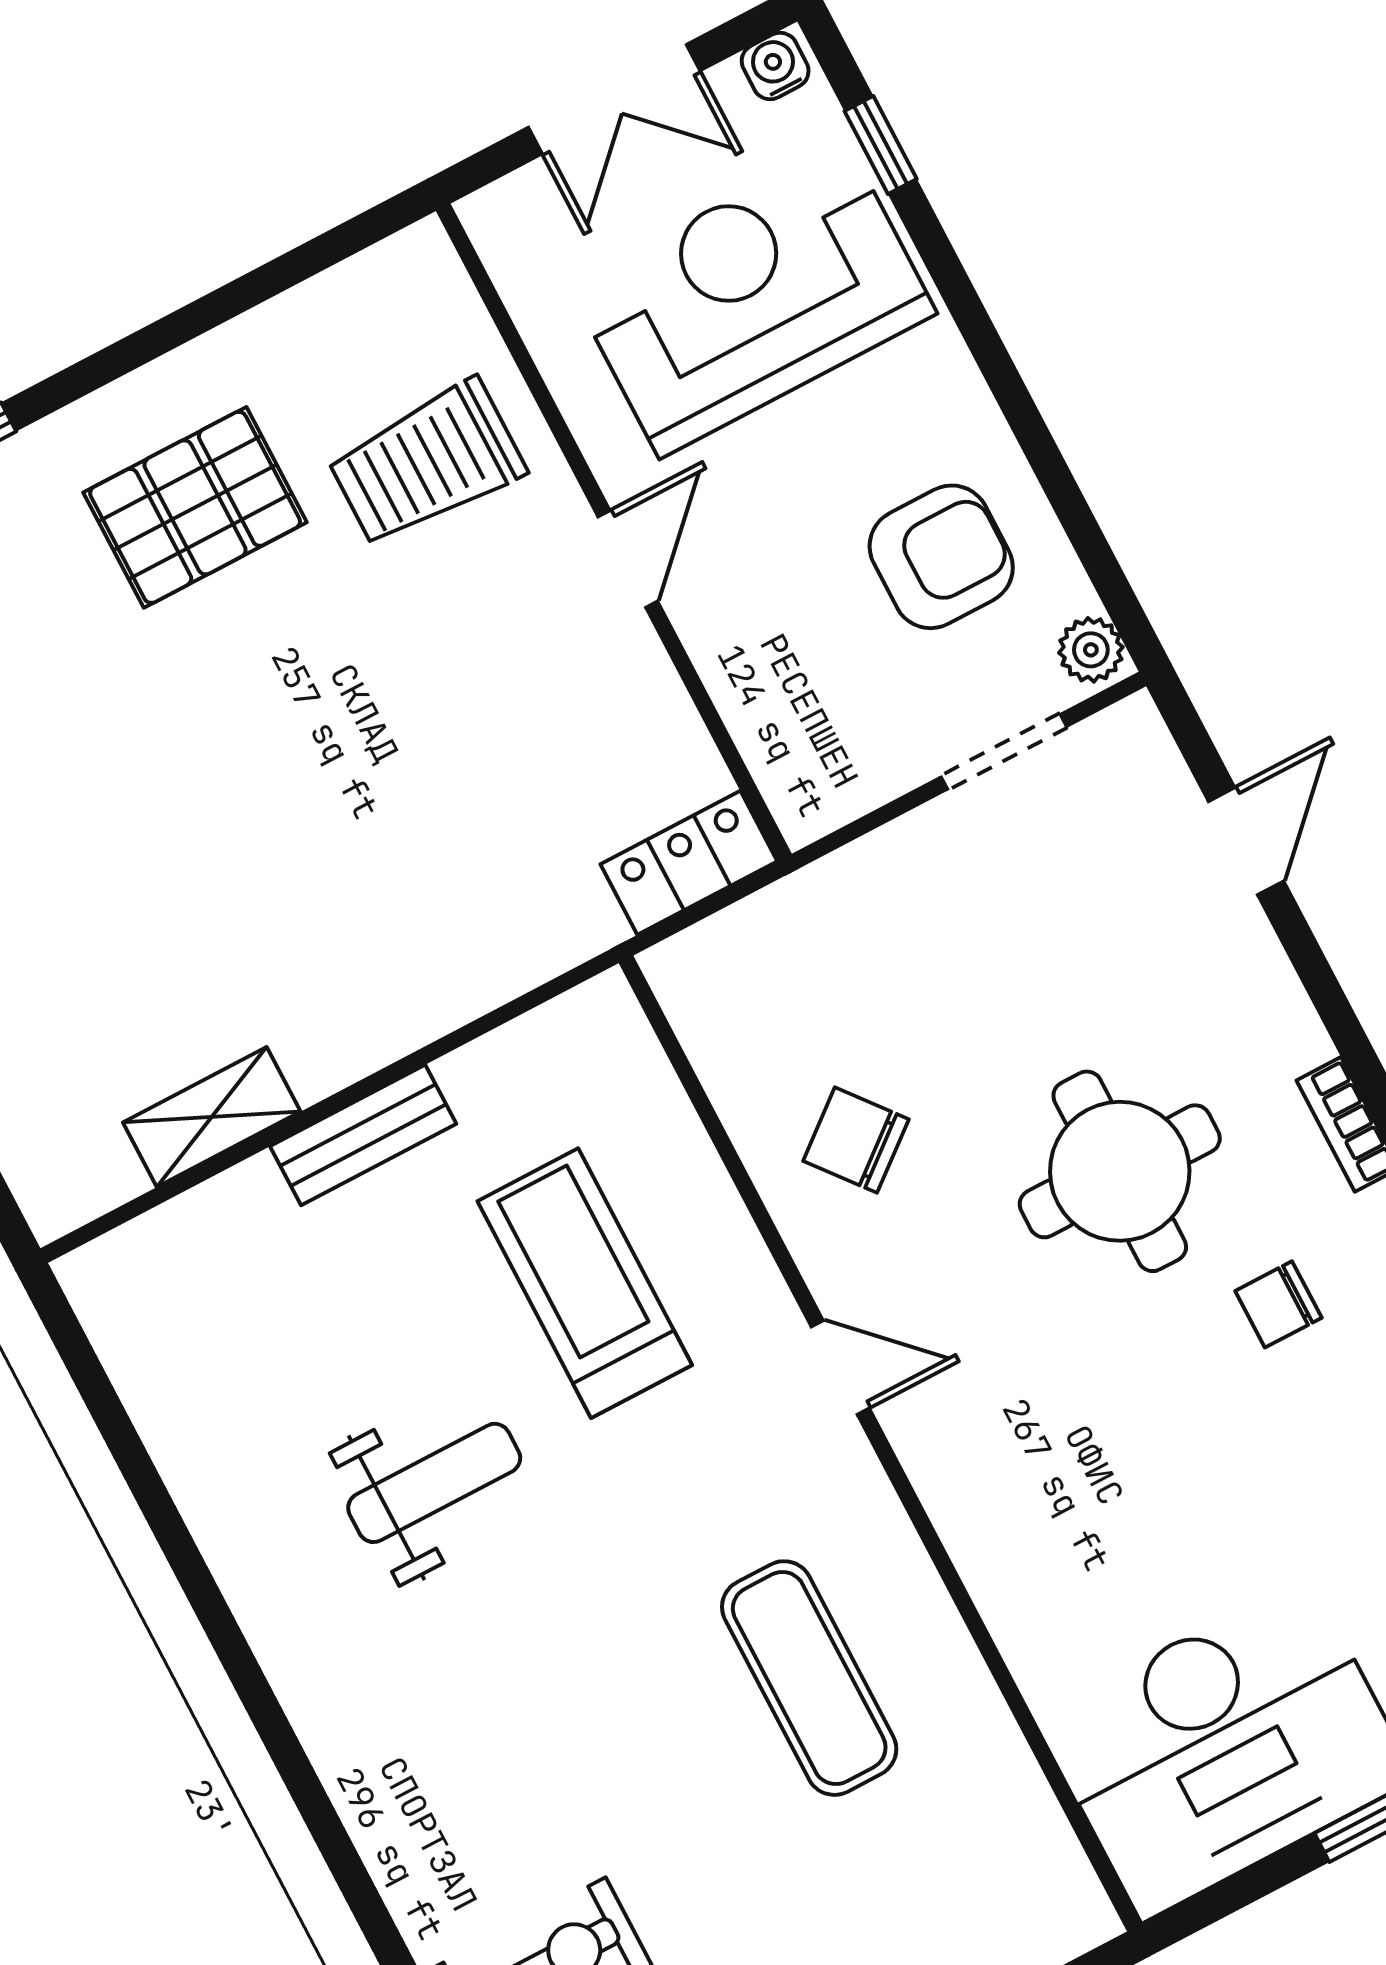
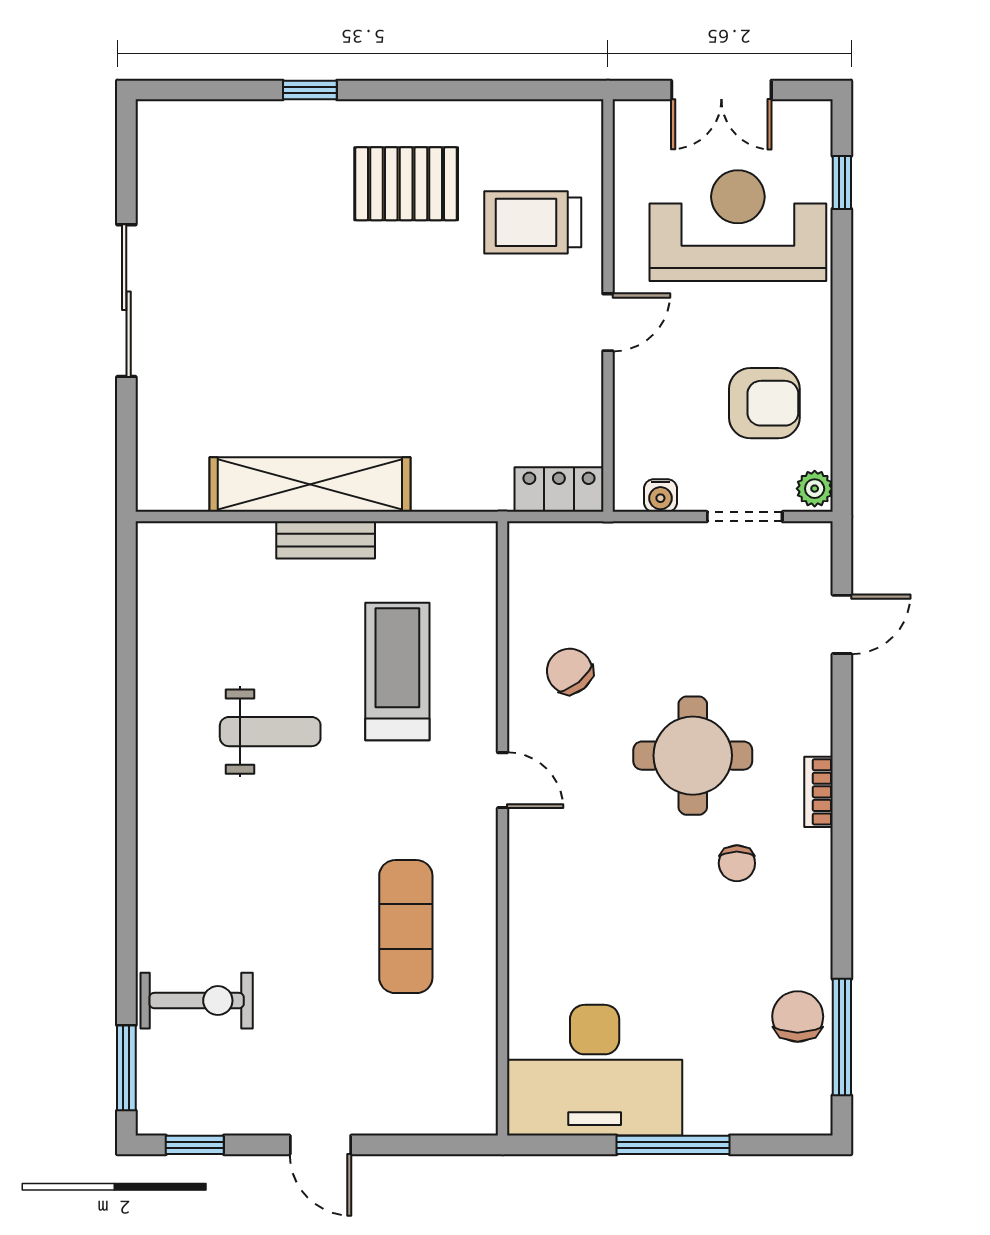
water cooler: (775, 66) -> (660, 496), moved, turned 180
shelving: (212, 1117) -> (310, 485), width x2.20, depth x1.33
chair: (1278, 1304) -> (737, 863), turned -90

